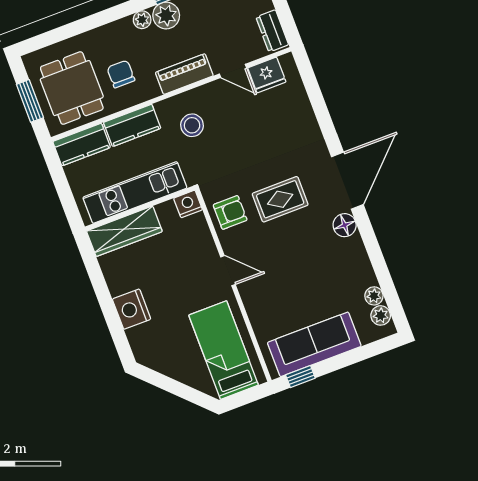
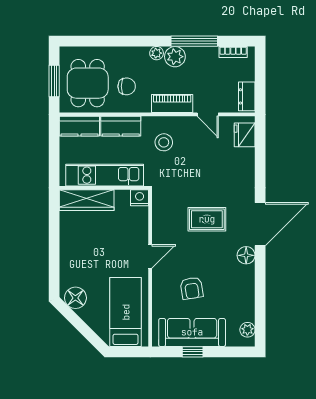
chair: (121, 74) -> (127, 86), turned 90
fridge: (267, 75) -> (245, 135), moved, turned 90
armchair: (230, 212) -> (192, 288), moved, turned 81
door: (228, 271) -> (150, 256), hinge flipped
plant: (374, 296) -> (248, 314), removed
nightstand: (132, 309) -> (71, 258), removed
floor lamp: (156, 356) -> (75, 298), added
window: (300, 377) -> (193, 352), moved

